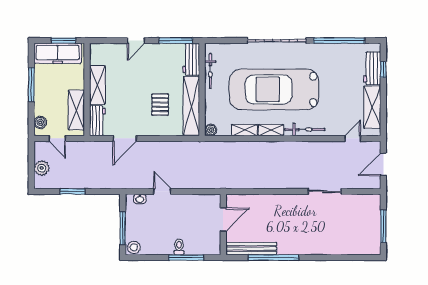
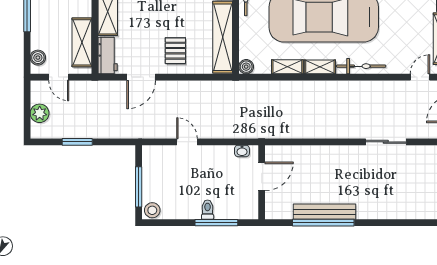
pallet: (160, 105) -> (175, 51), moved
washbasin: (140, 199) -> (242, 151), moved
bench: (251, 249) -> (324, 212), moved

